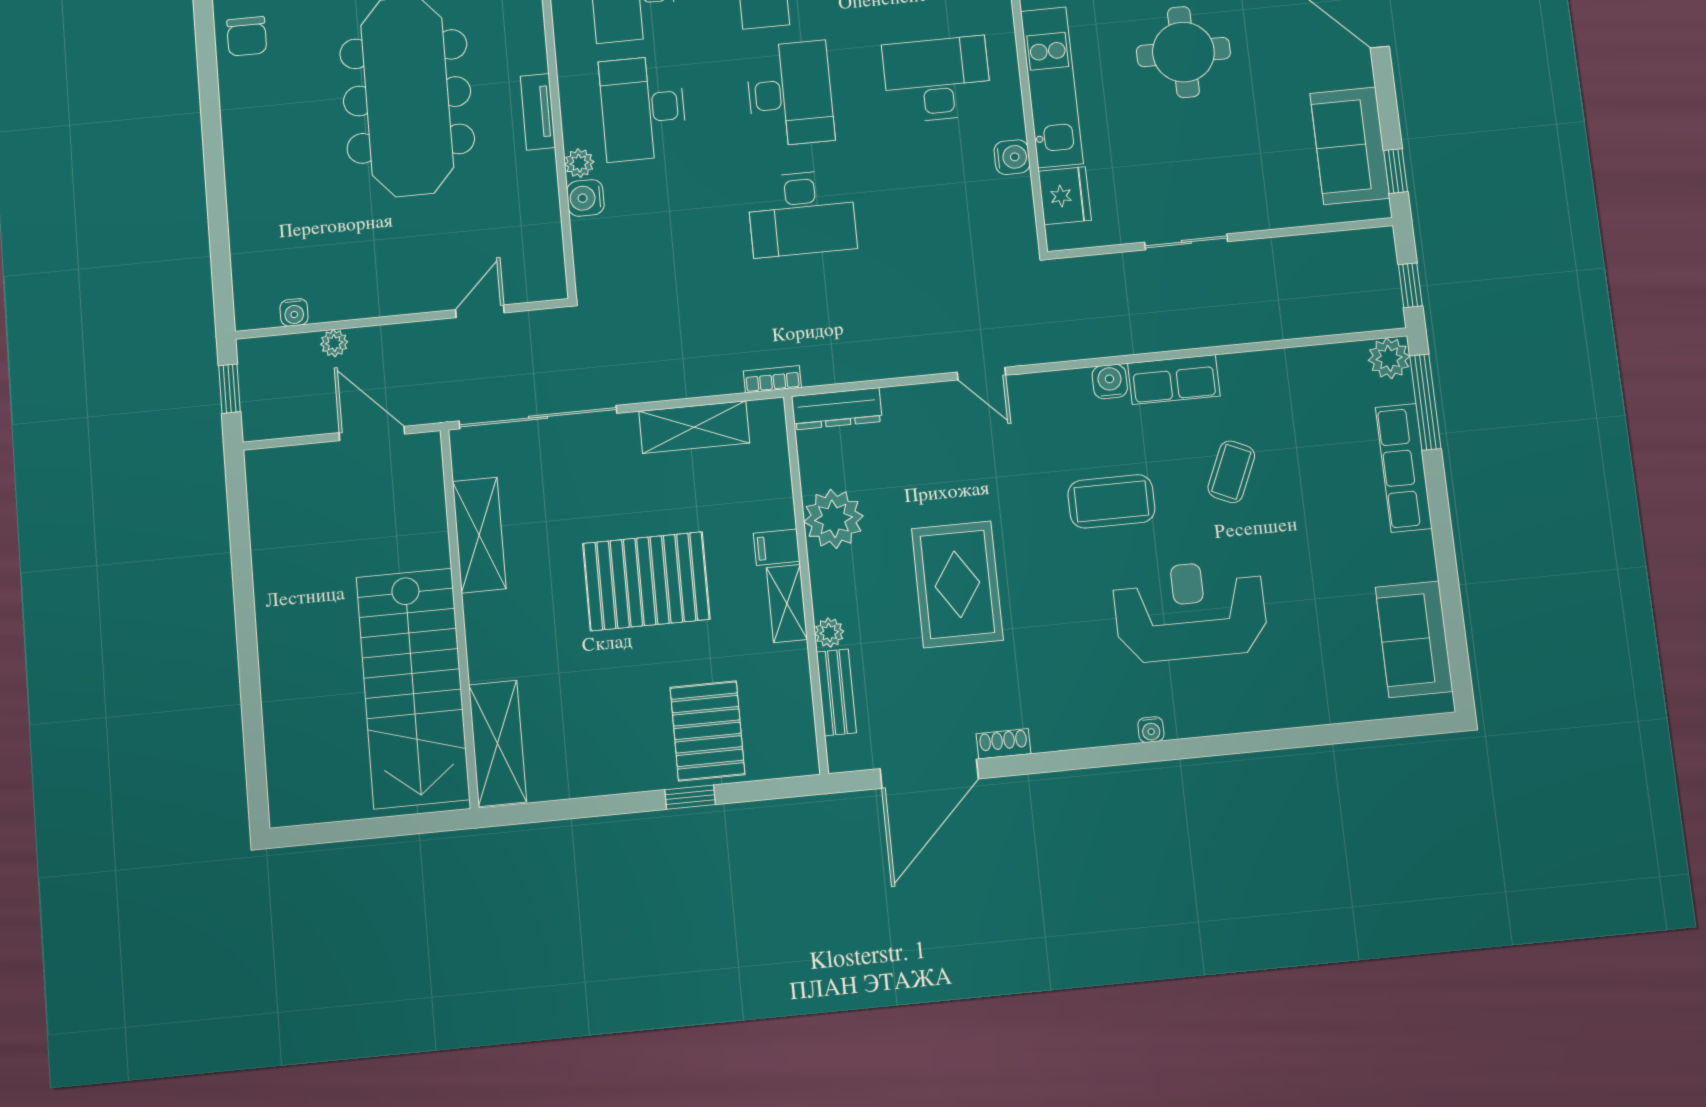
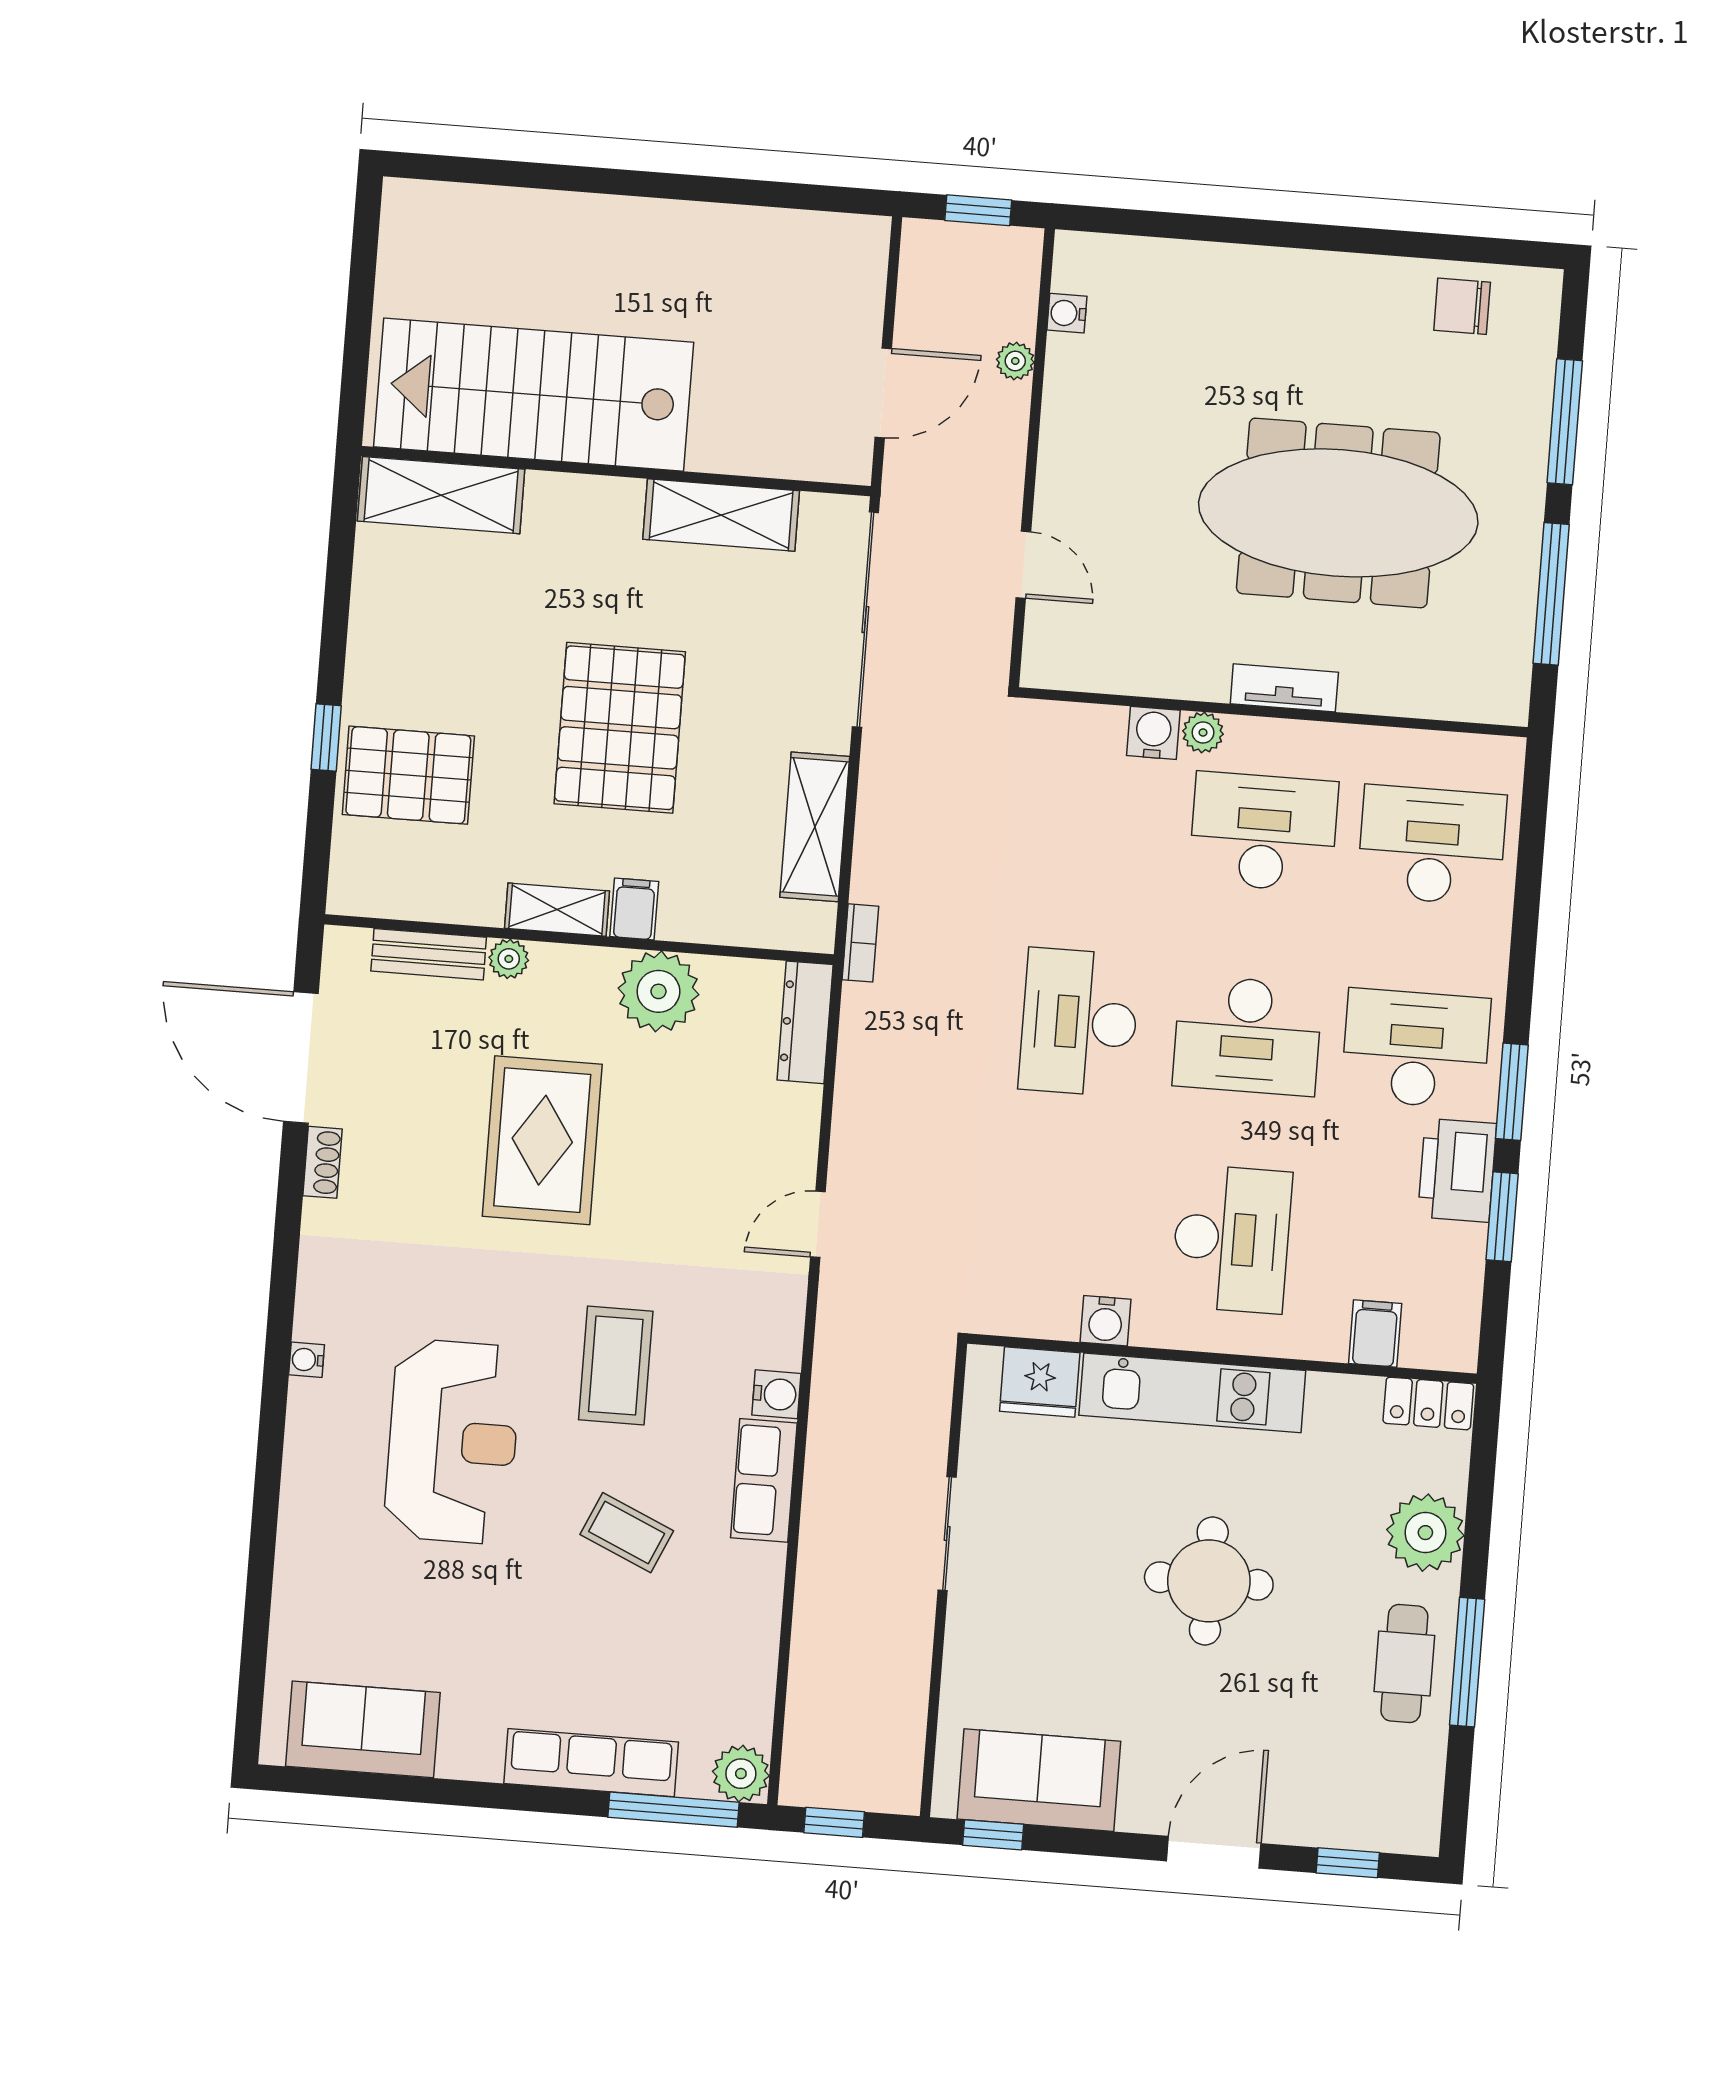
rug: (957, 584) -> (542, 1140), turned 90

